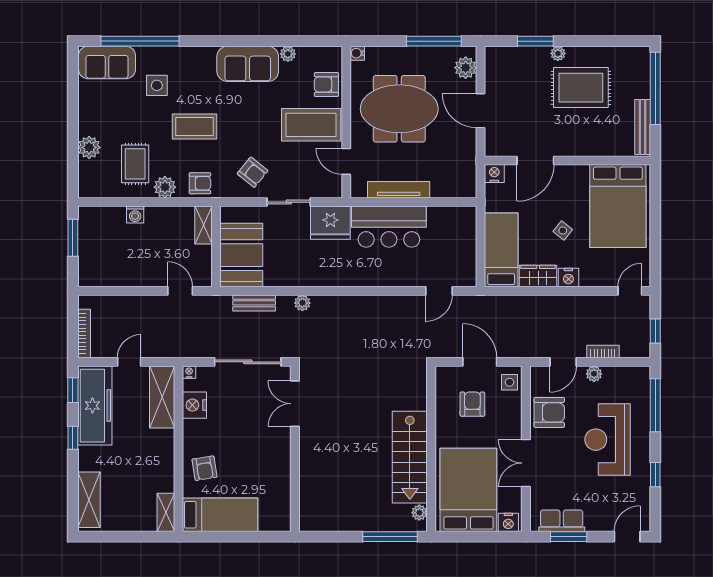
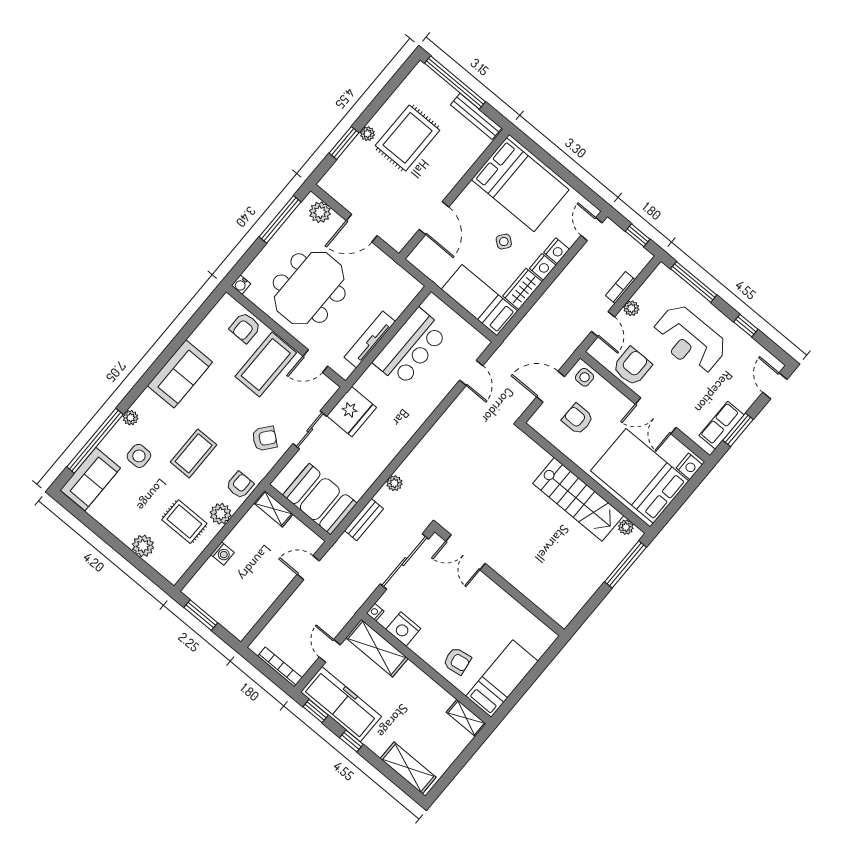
plant: (288, 54) -> (131, 418), moved
nightstand: (494, 174) -> (557, 251), moved, turned 180
bar counter: (389, 227) -> (410, 347), moved

